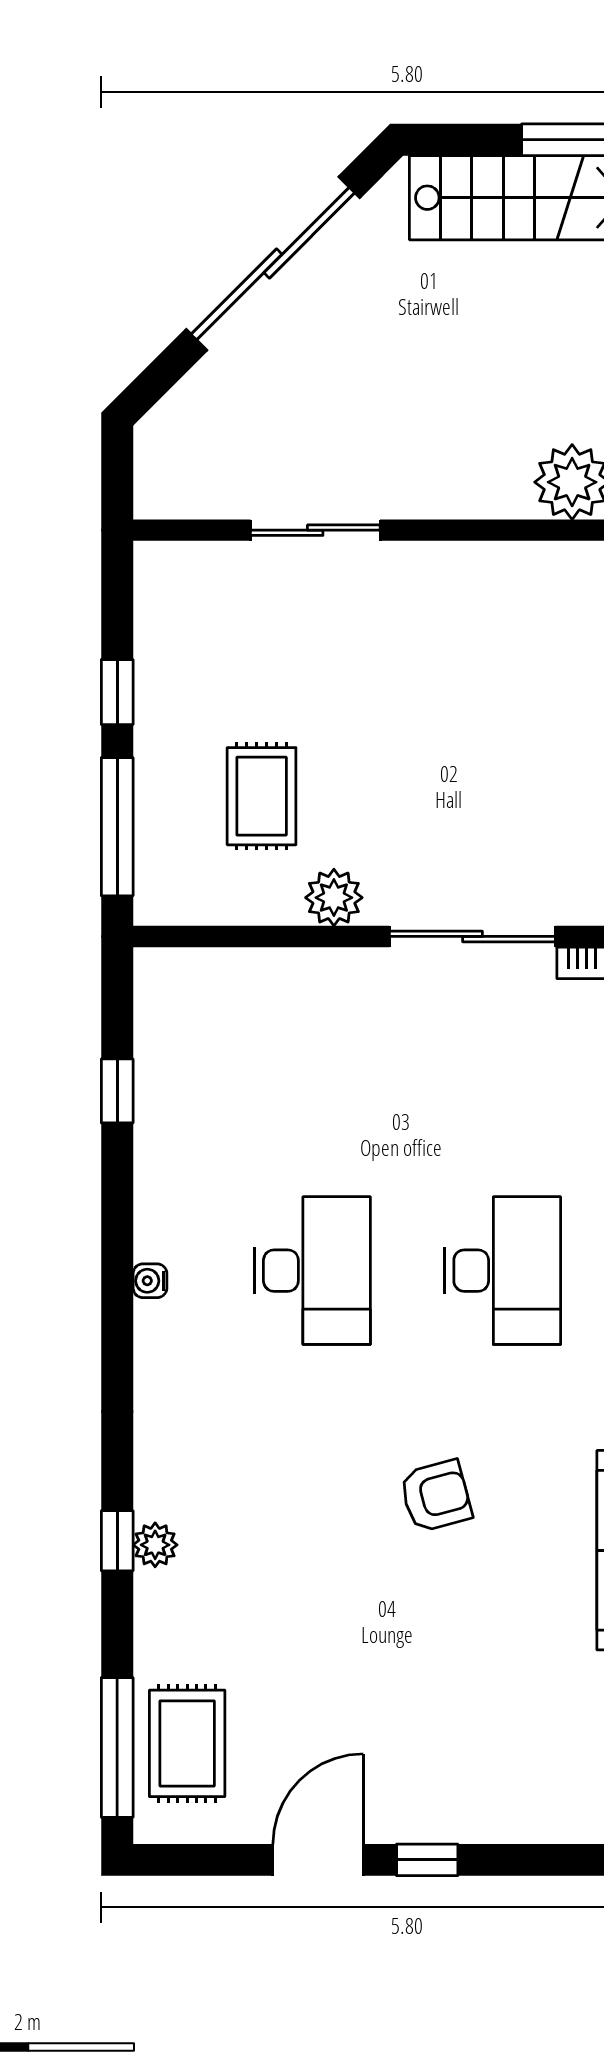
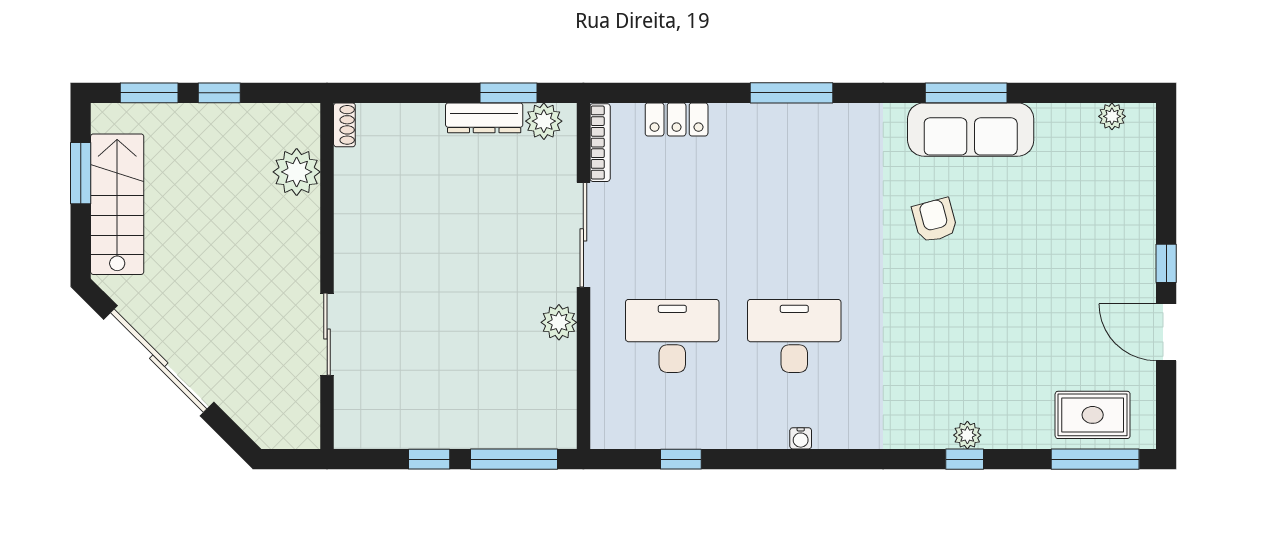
rug: (262, 796) -> (495, 368), removed
desk: (503, 1271) -> (672, 336), moved
armchair: (436, 1496) -> (935, 220), moved

